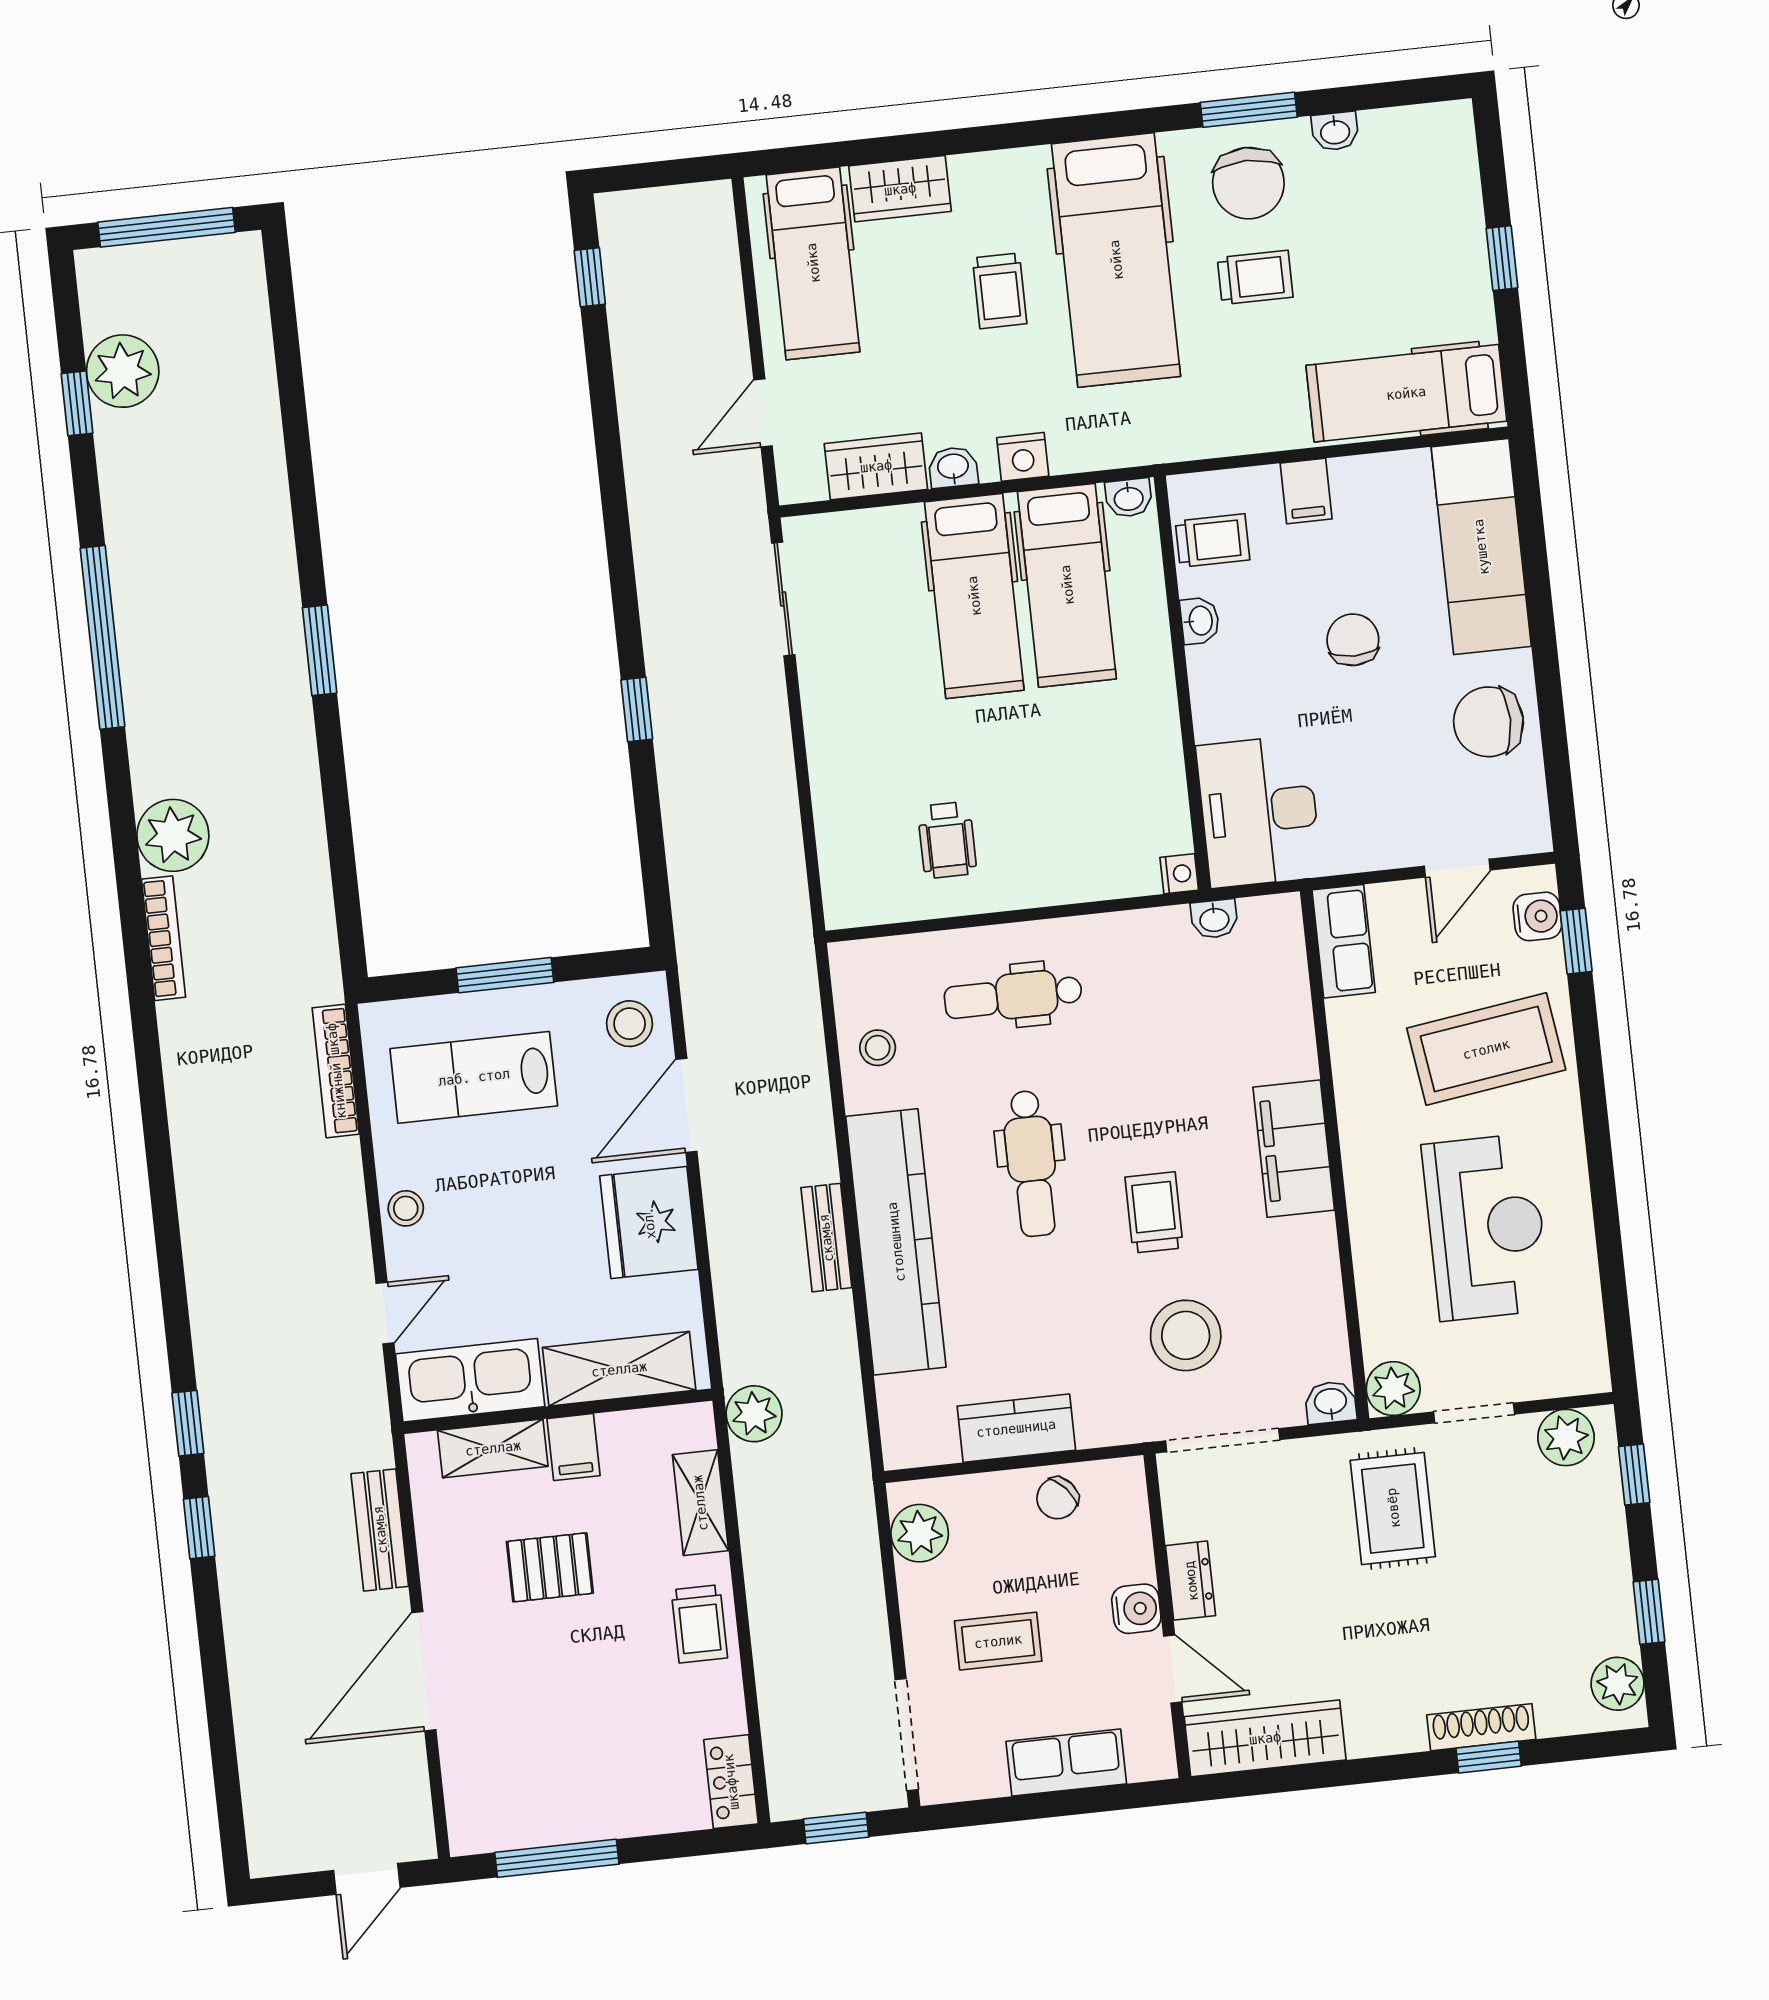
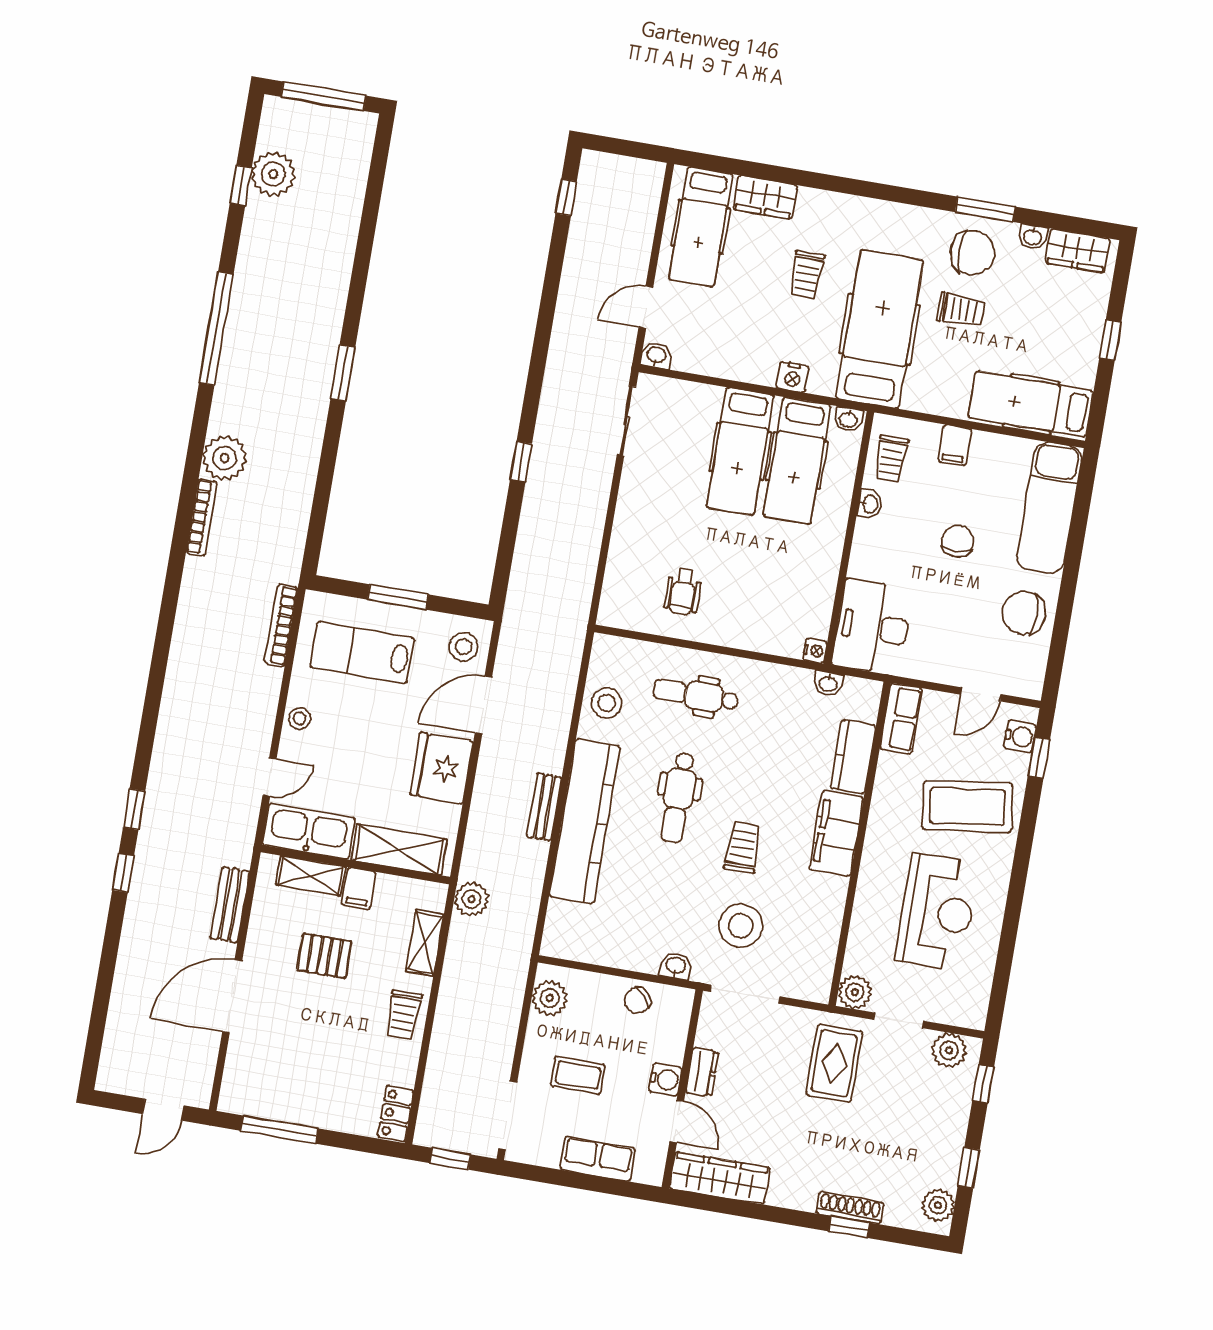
chair: (1248, 183) -> (973, 253), turned -90
hospital bed: (1116, 260) -> (880, 329), moved, turned 180
wardrobe: (876, 466) -> (1078, 251), moved, turned 180
washbasin: (953, 467) -> (656, 355), moved
trolley: (1213, 540) -> (891, 459), turned 90
stool: (878, 1048) -> (607, 703), width x1.37, depth x1.37
washbasin: (1331, 1402) -> (676, 966), moved
kitchen counter: (1016, 1428) -> (853, 757), moved, turned -90

